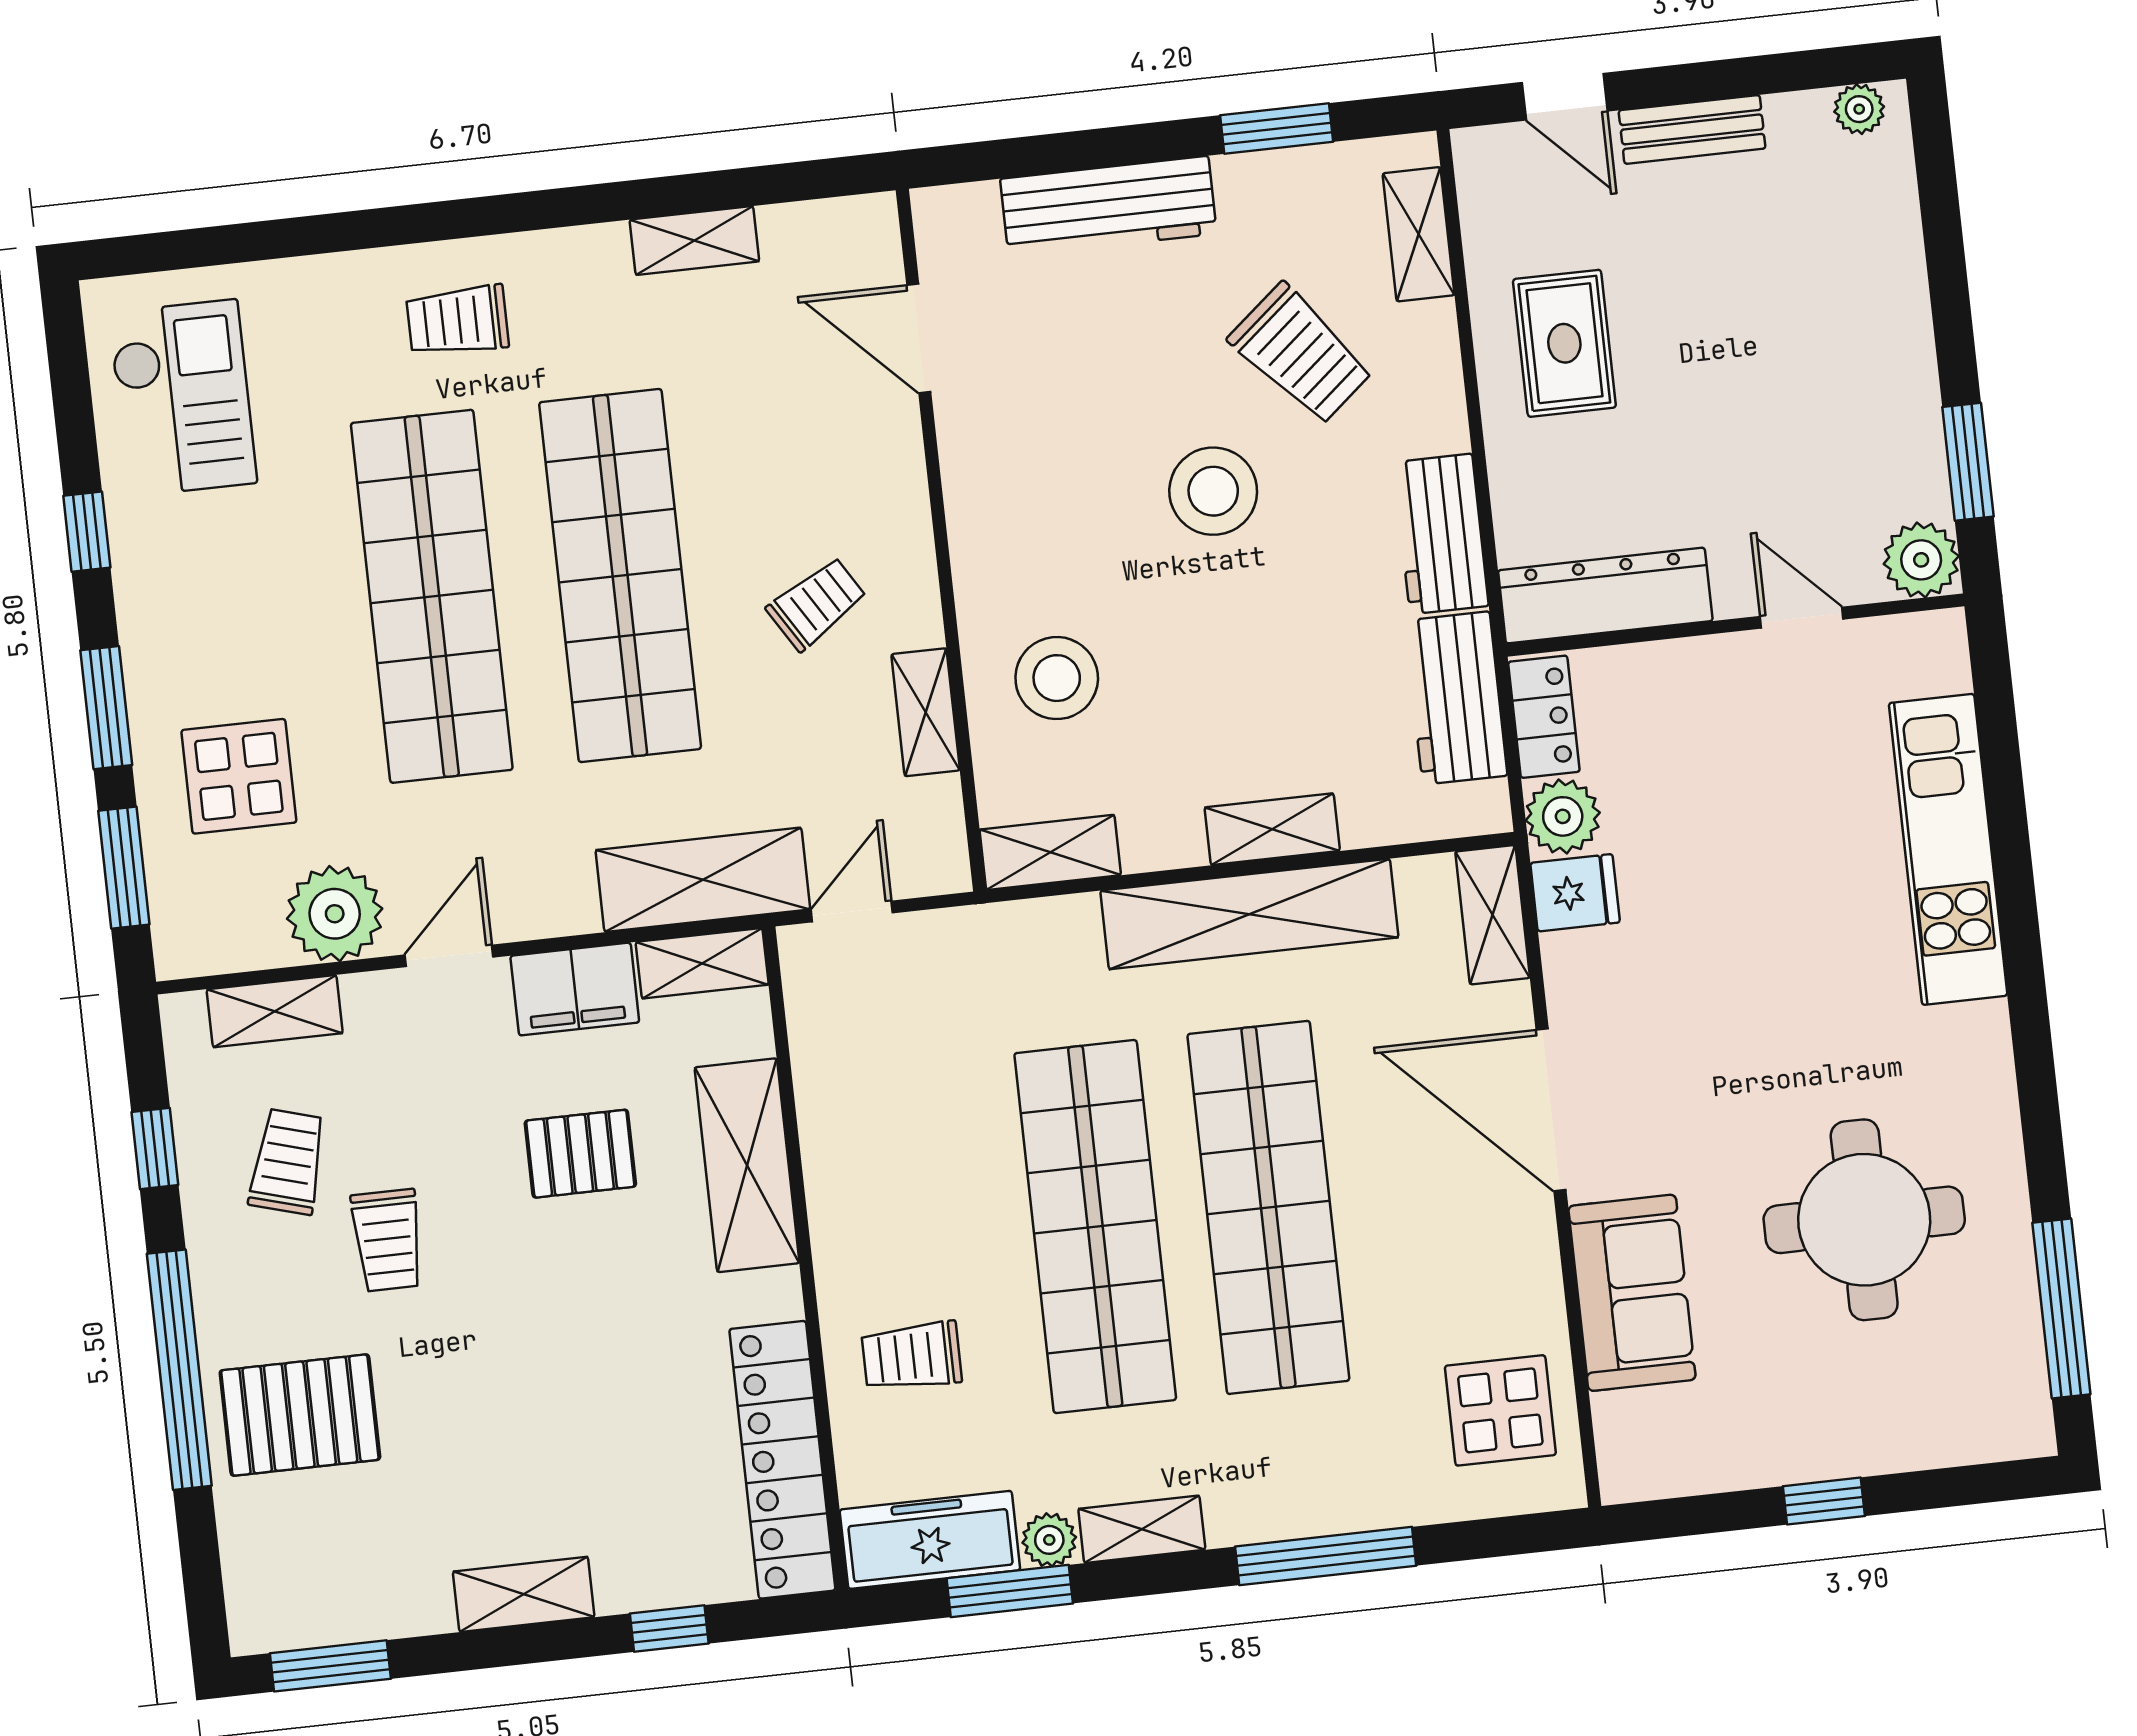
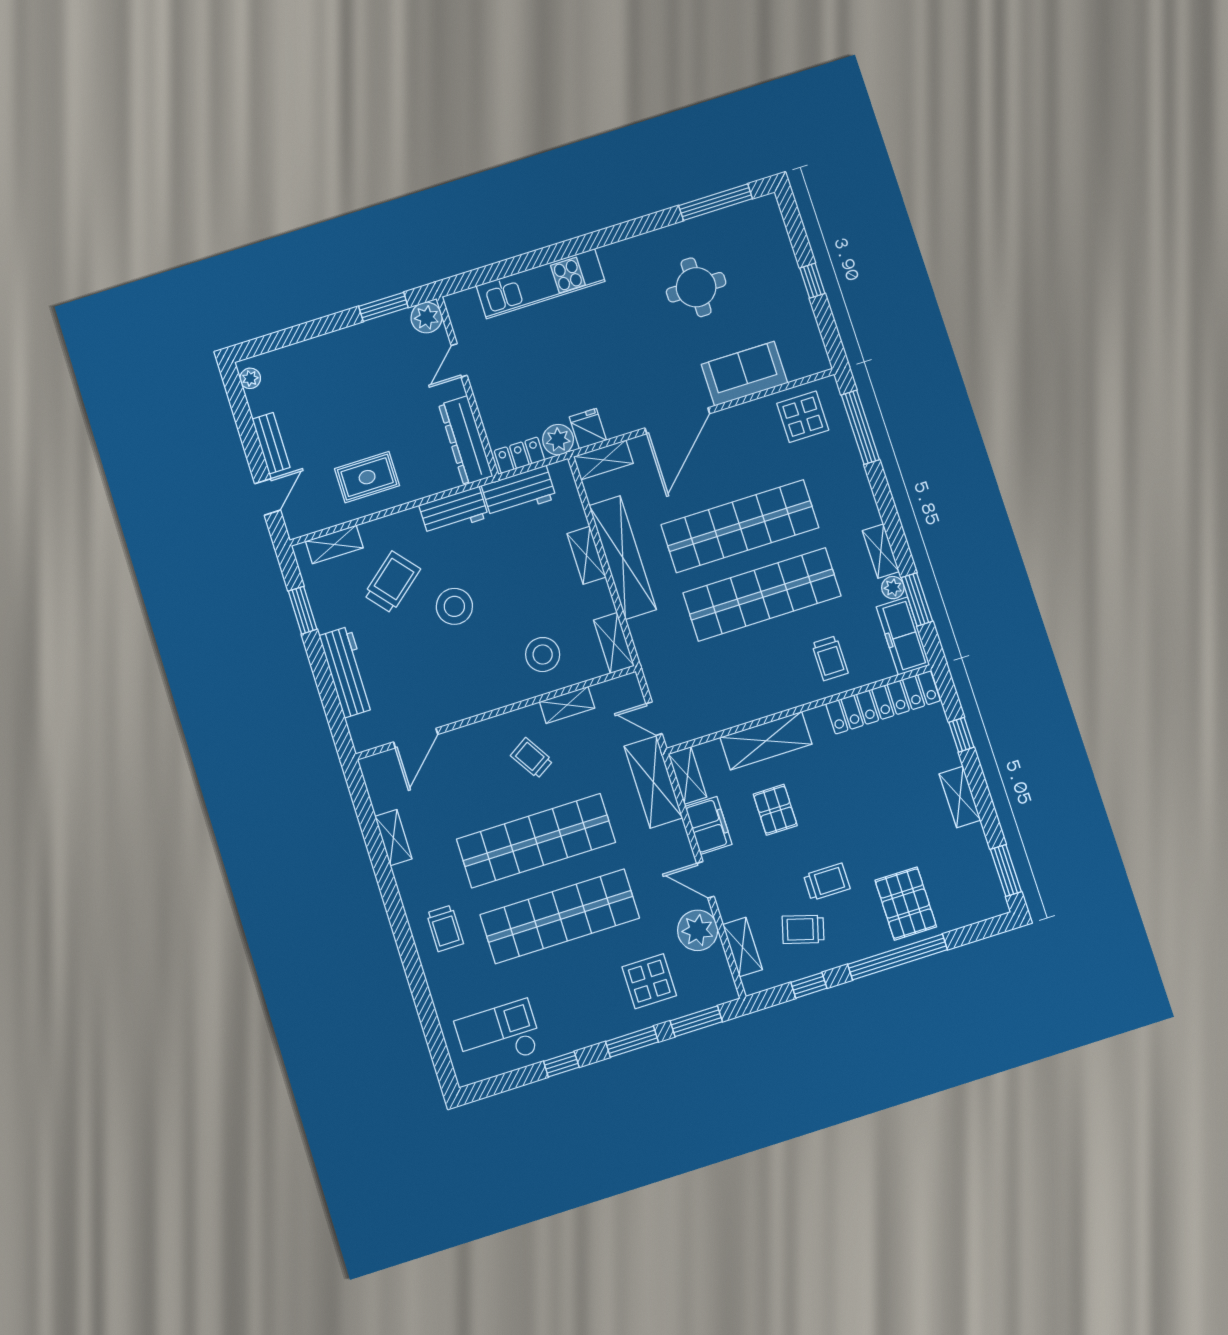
round table: (1864, 1220) -> (696, 287), width x0.73, depth x0.73
window: (1326, 1556) -> (860, 427), moved

